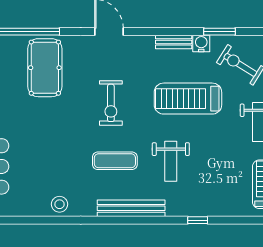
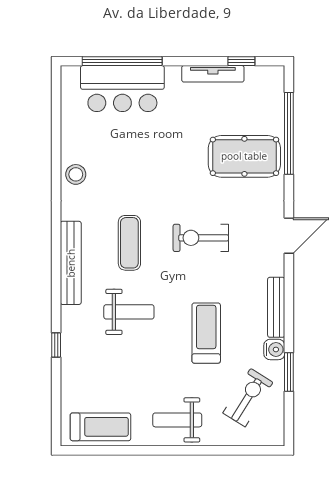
bench: (174, 42) -> (276, 307), width x1.36
treadmill: (188, 99) -> (206, 333), width x0.73, depth x0.73
weight bench: (171, 161) -> (129, 312), turned 180

